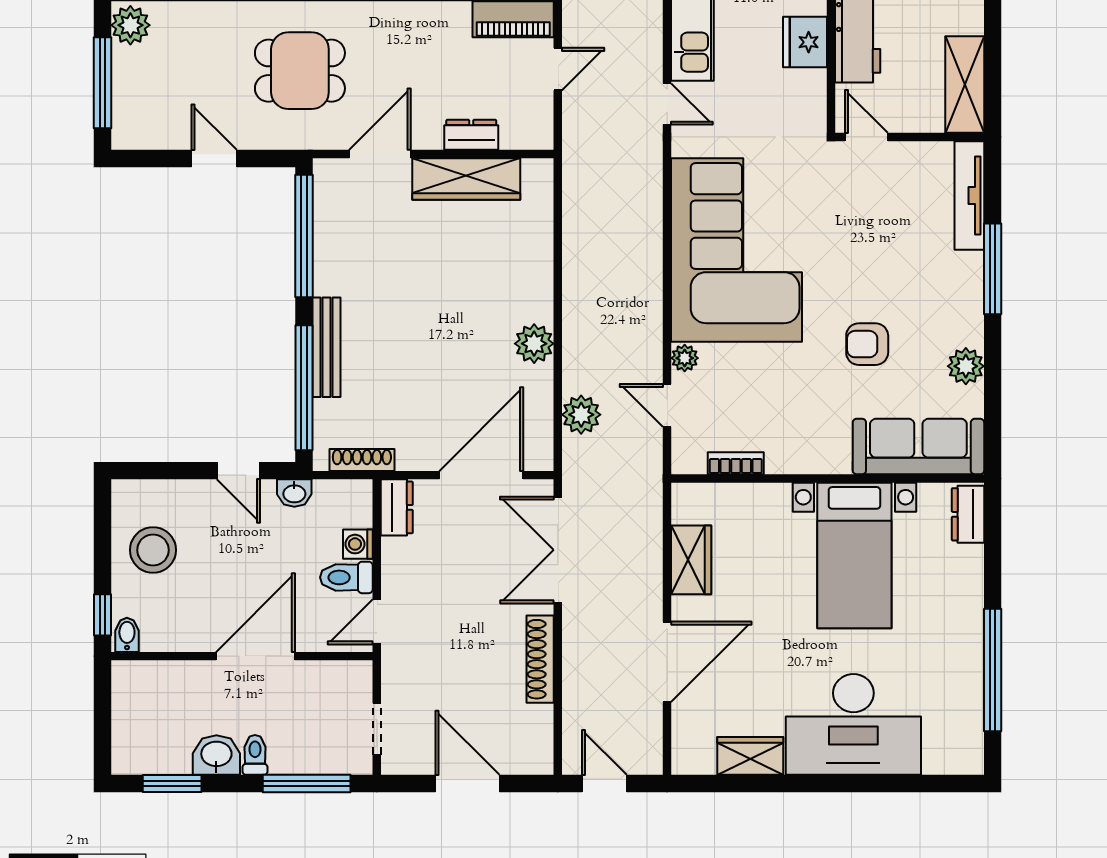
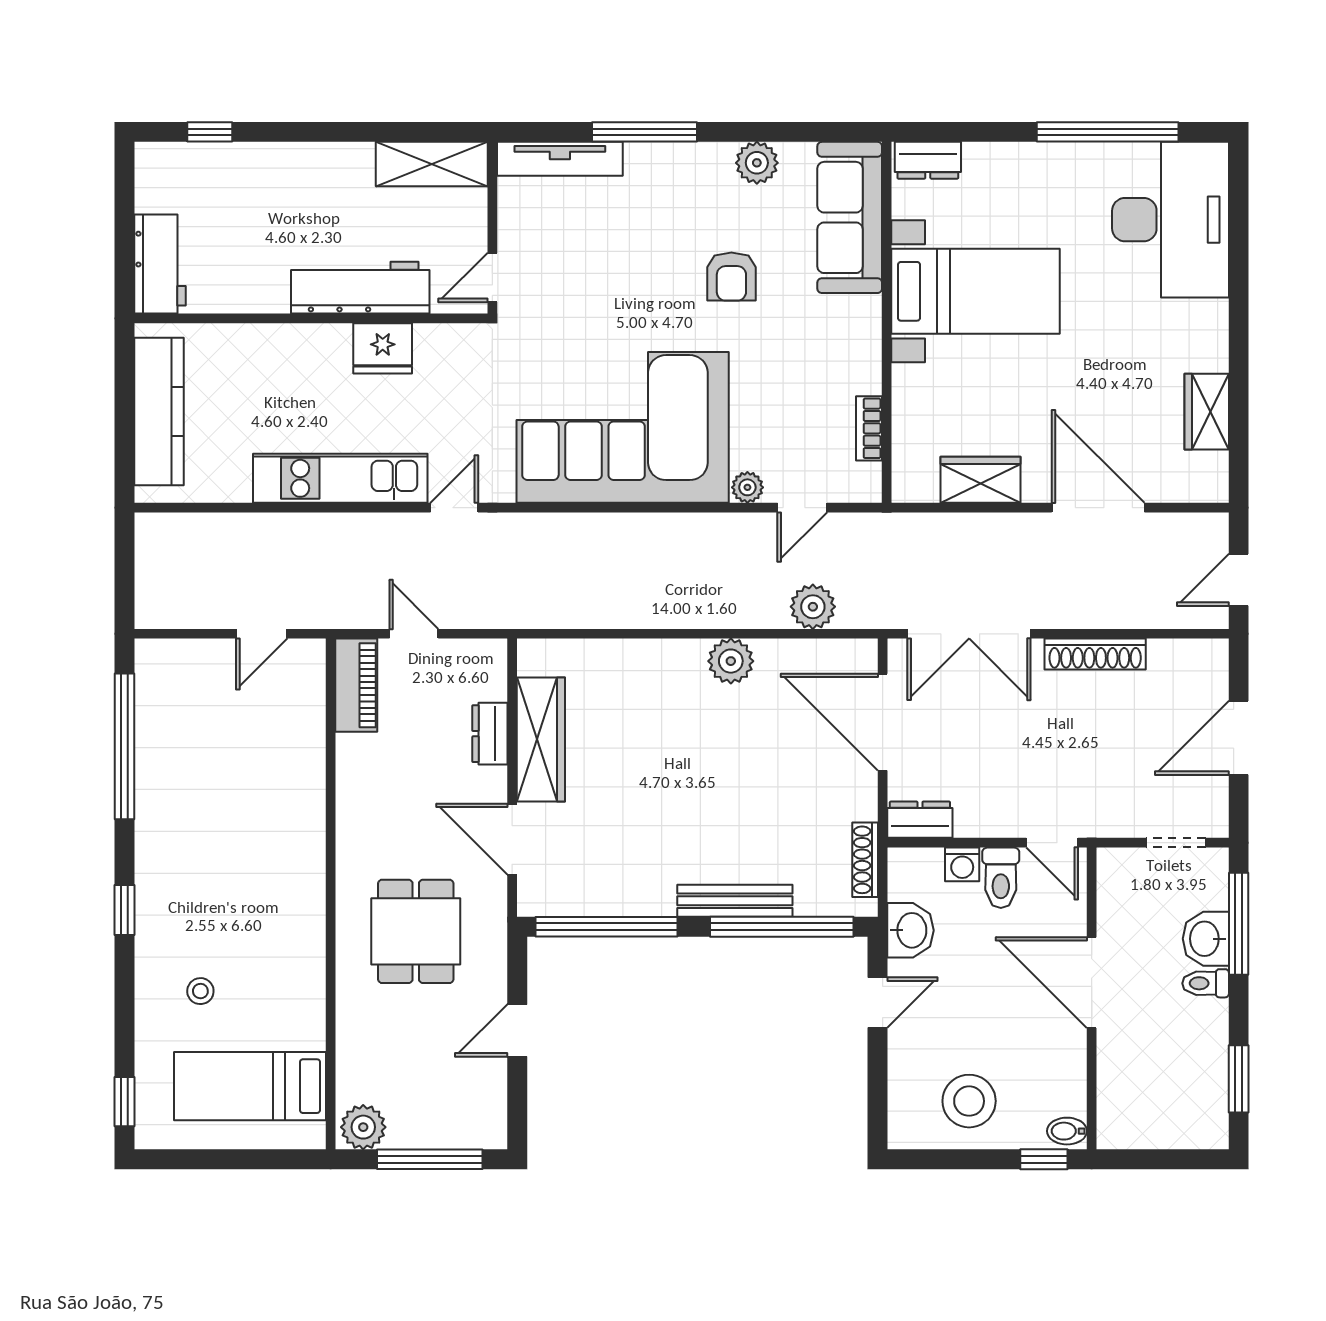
washbasin: (294, 493) -> (910, 930), width x1.38, depth x1.45
desk: (853, 724) -> (1170, 220), moved
washbasin: (216, 755) -> (1206, 939), moved

